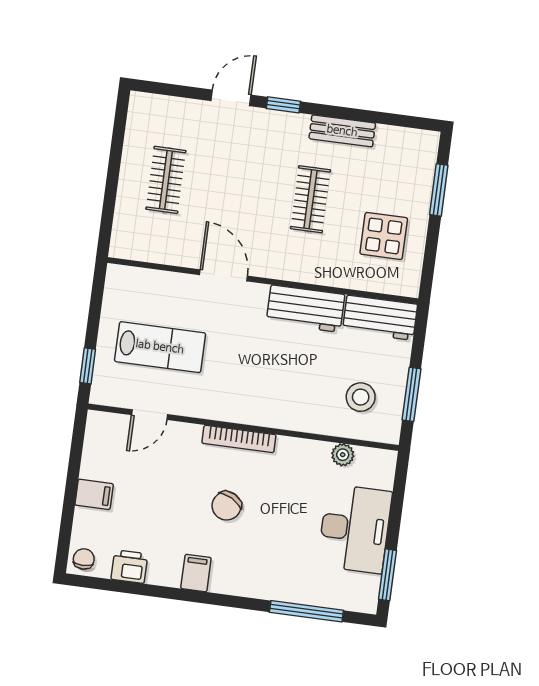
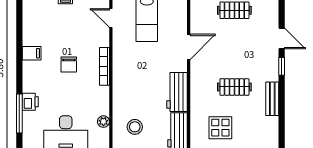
chair: (227, 506) -> (69, 65), turned -119
printer: (129, 567) -> (30, 102), moved

